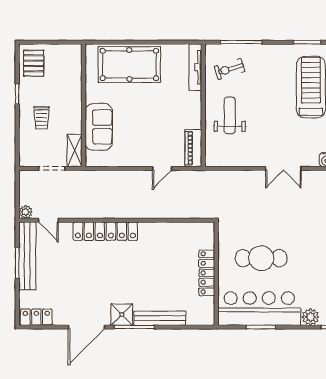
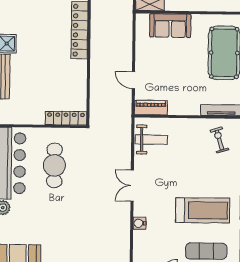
weight bench: (230, 115) -> (151, 140), moved
locker: (207, 273) -> (66, 118), moved

